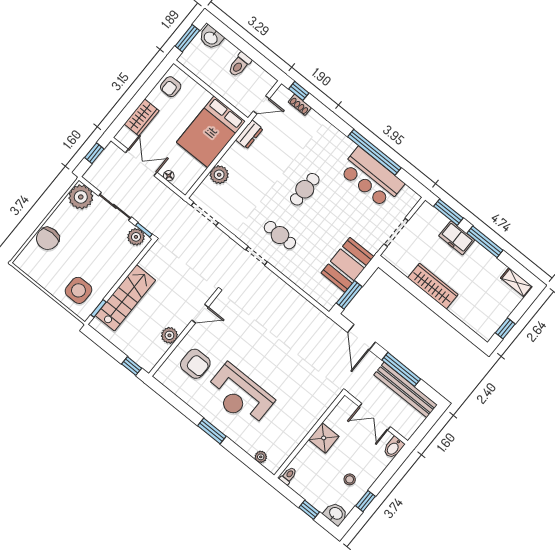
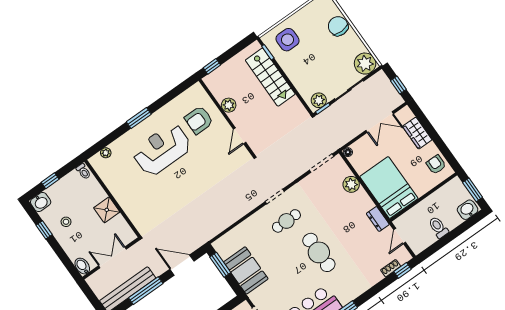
floor lamp: (169, 176) -> (348, 152), moved
cafe table: (305, 189) -> (319, 252), width x1.37, depth x1.35

